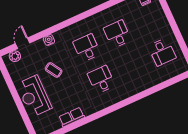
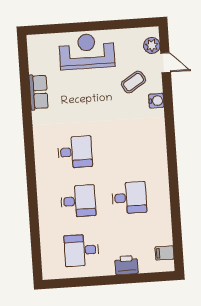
printer: (161, 20) -> (126, 265), added
desk: (87, 48) -> (78, 201), moved
coffee table: (54, 70) -> (133, 82), moved

